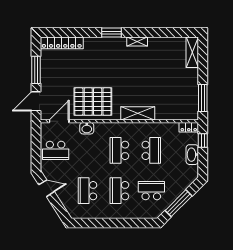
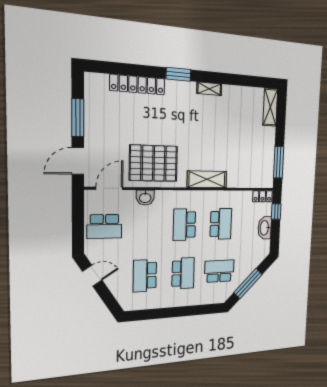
locker: (62, 43) -> (138, 85), moved
school desk: (119, 191) -> (183, 273), turned 180

